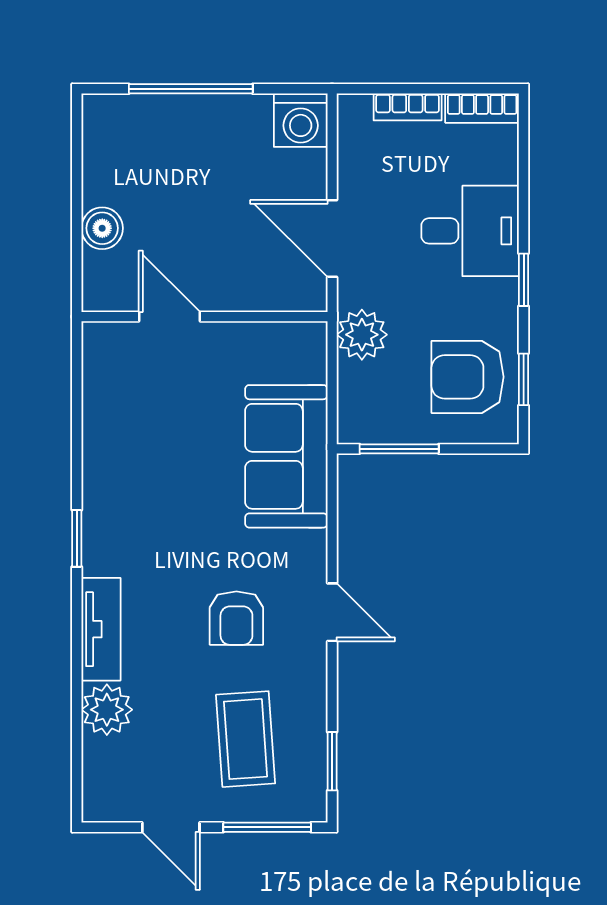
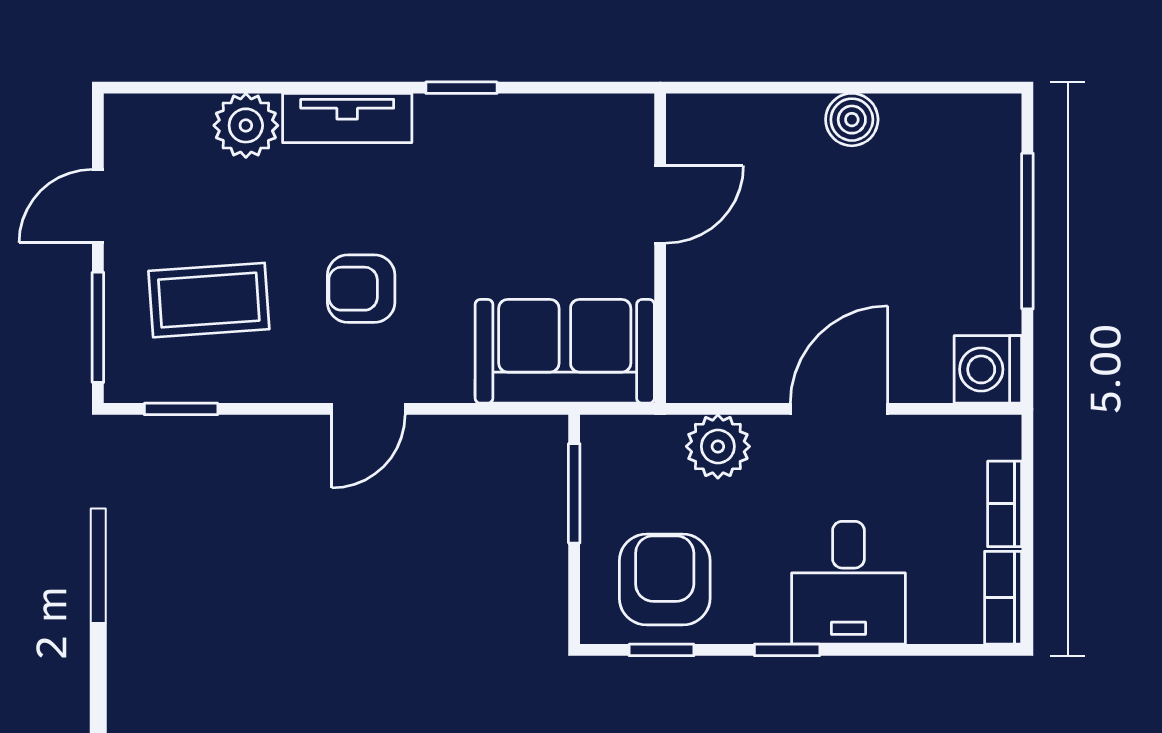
door: (170, 317) -> (660, 204), moved
wall: (204, 317) -> (660, 248), moved

